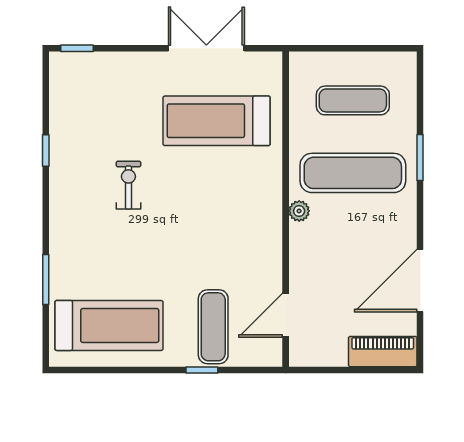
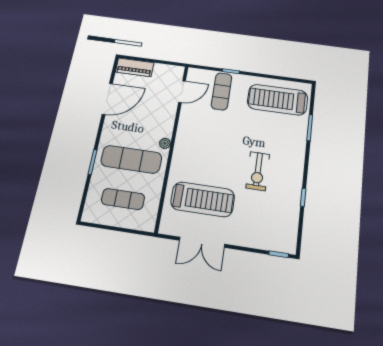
exercise bike: (128, 185) -> (258, 171), width x1.38, depth x1.39

